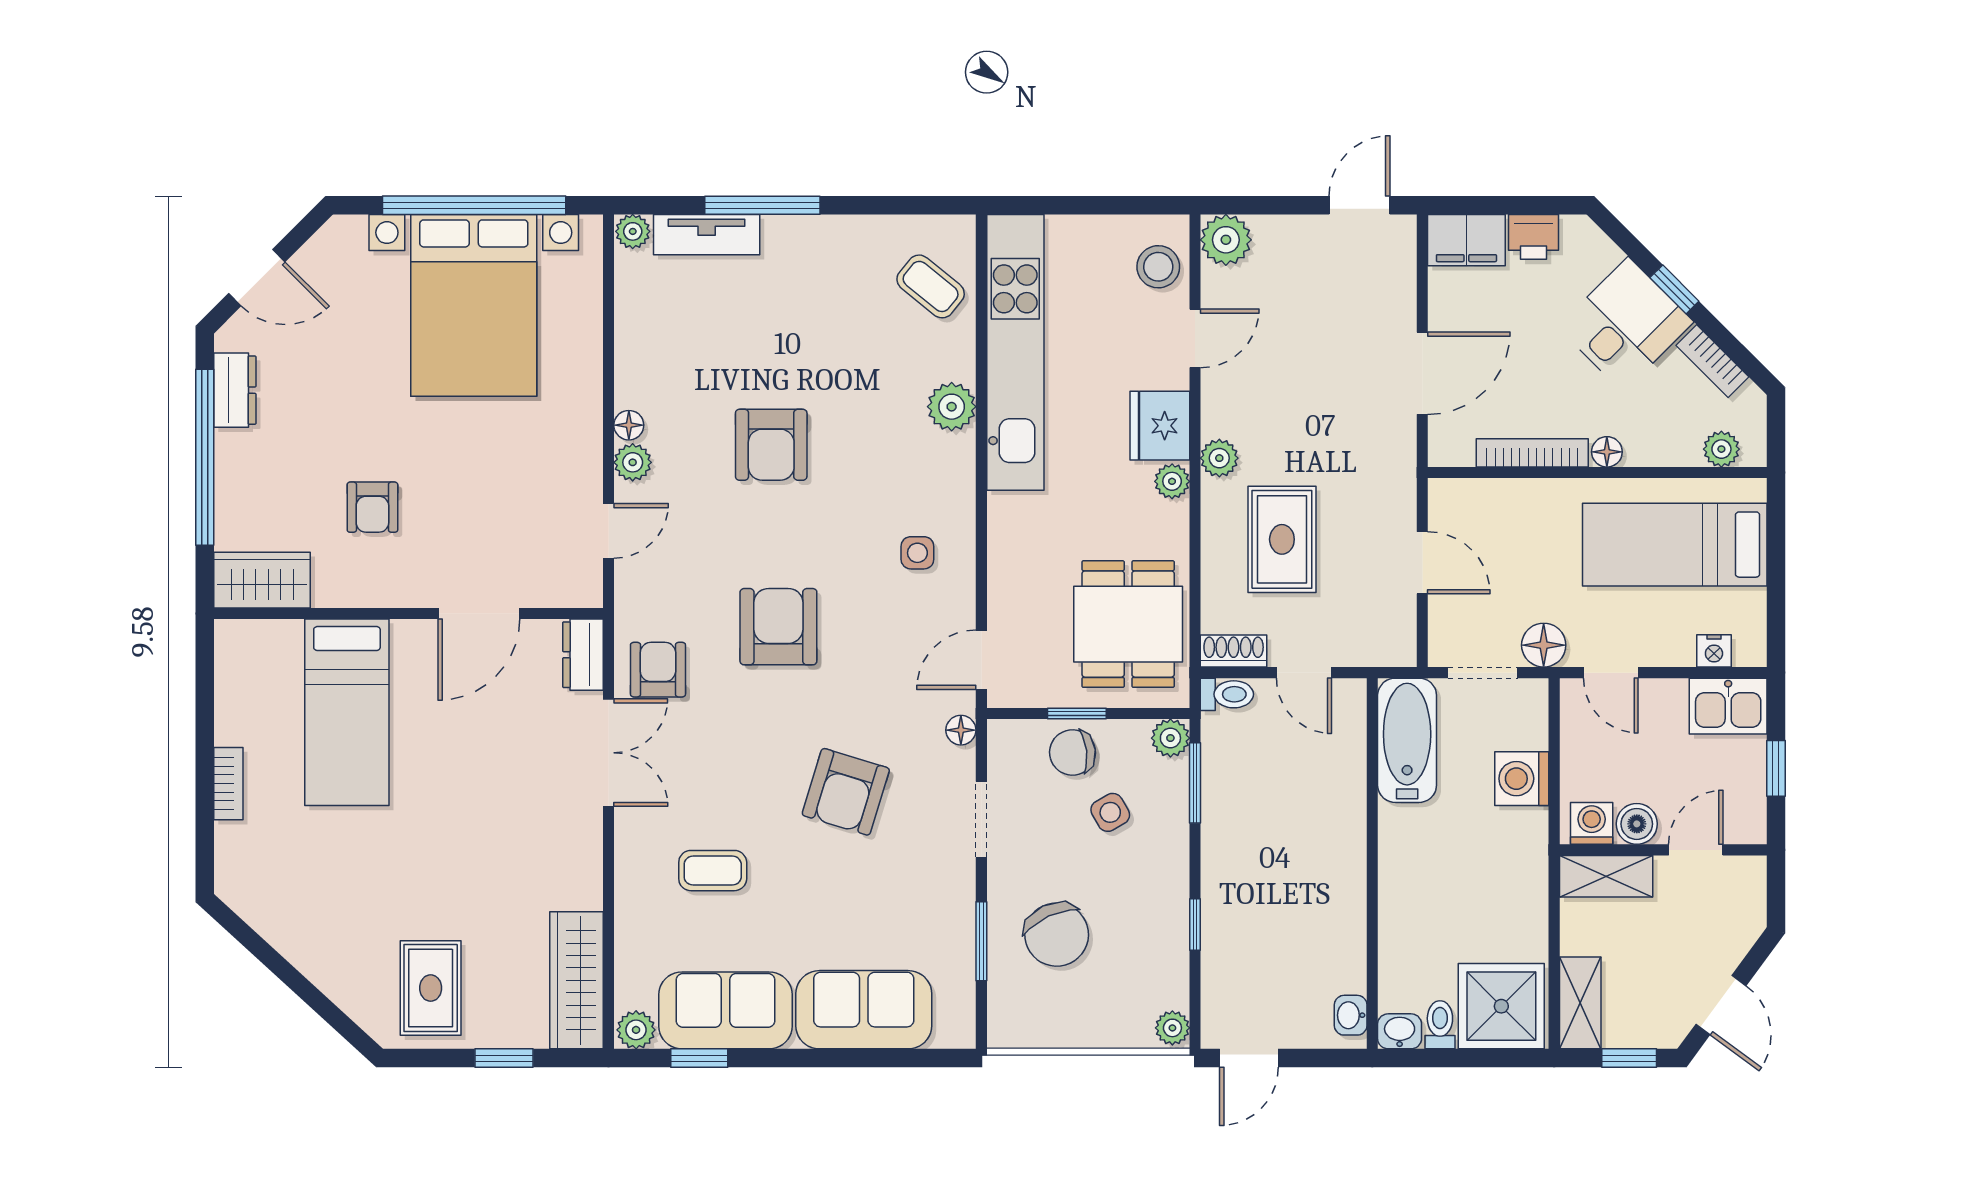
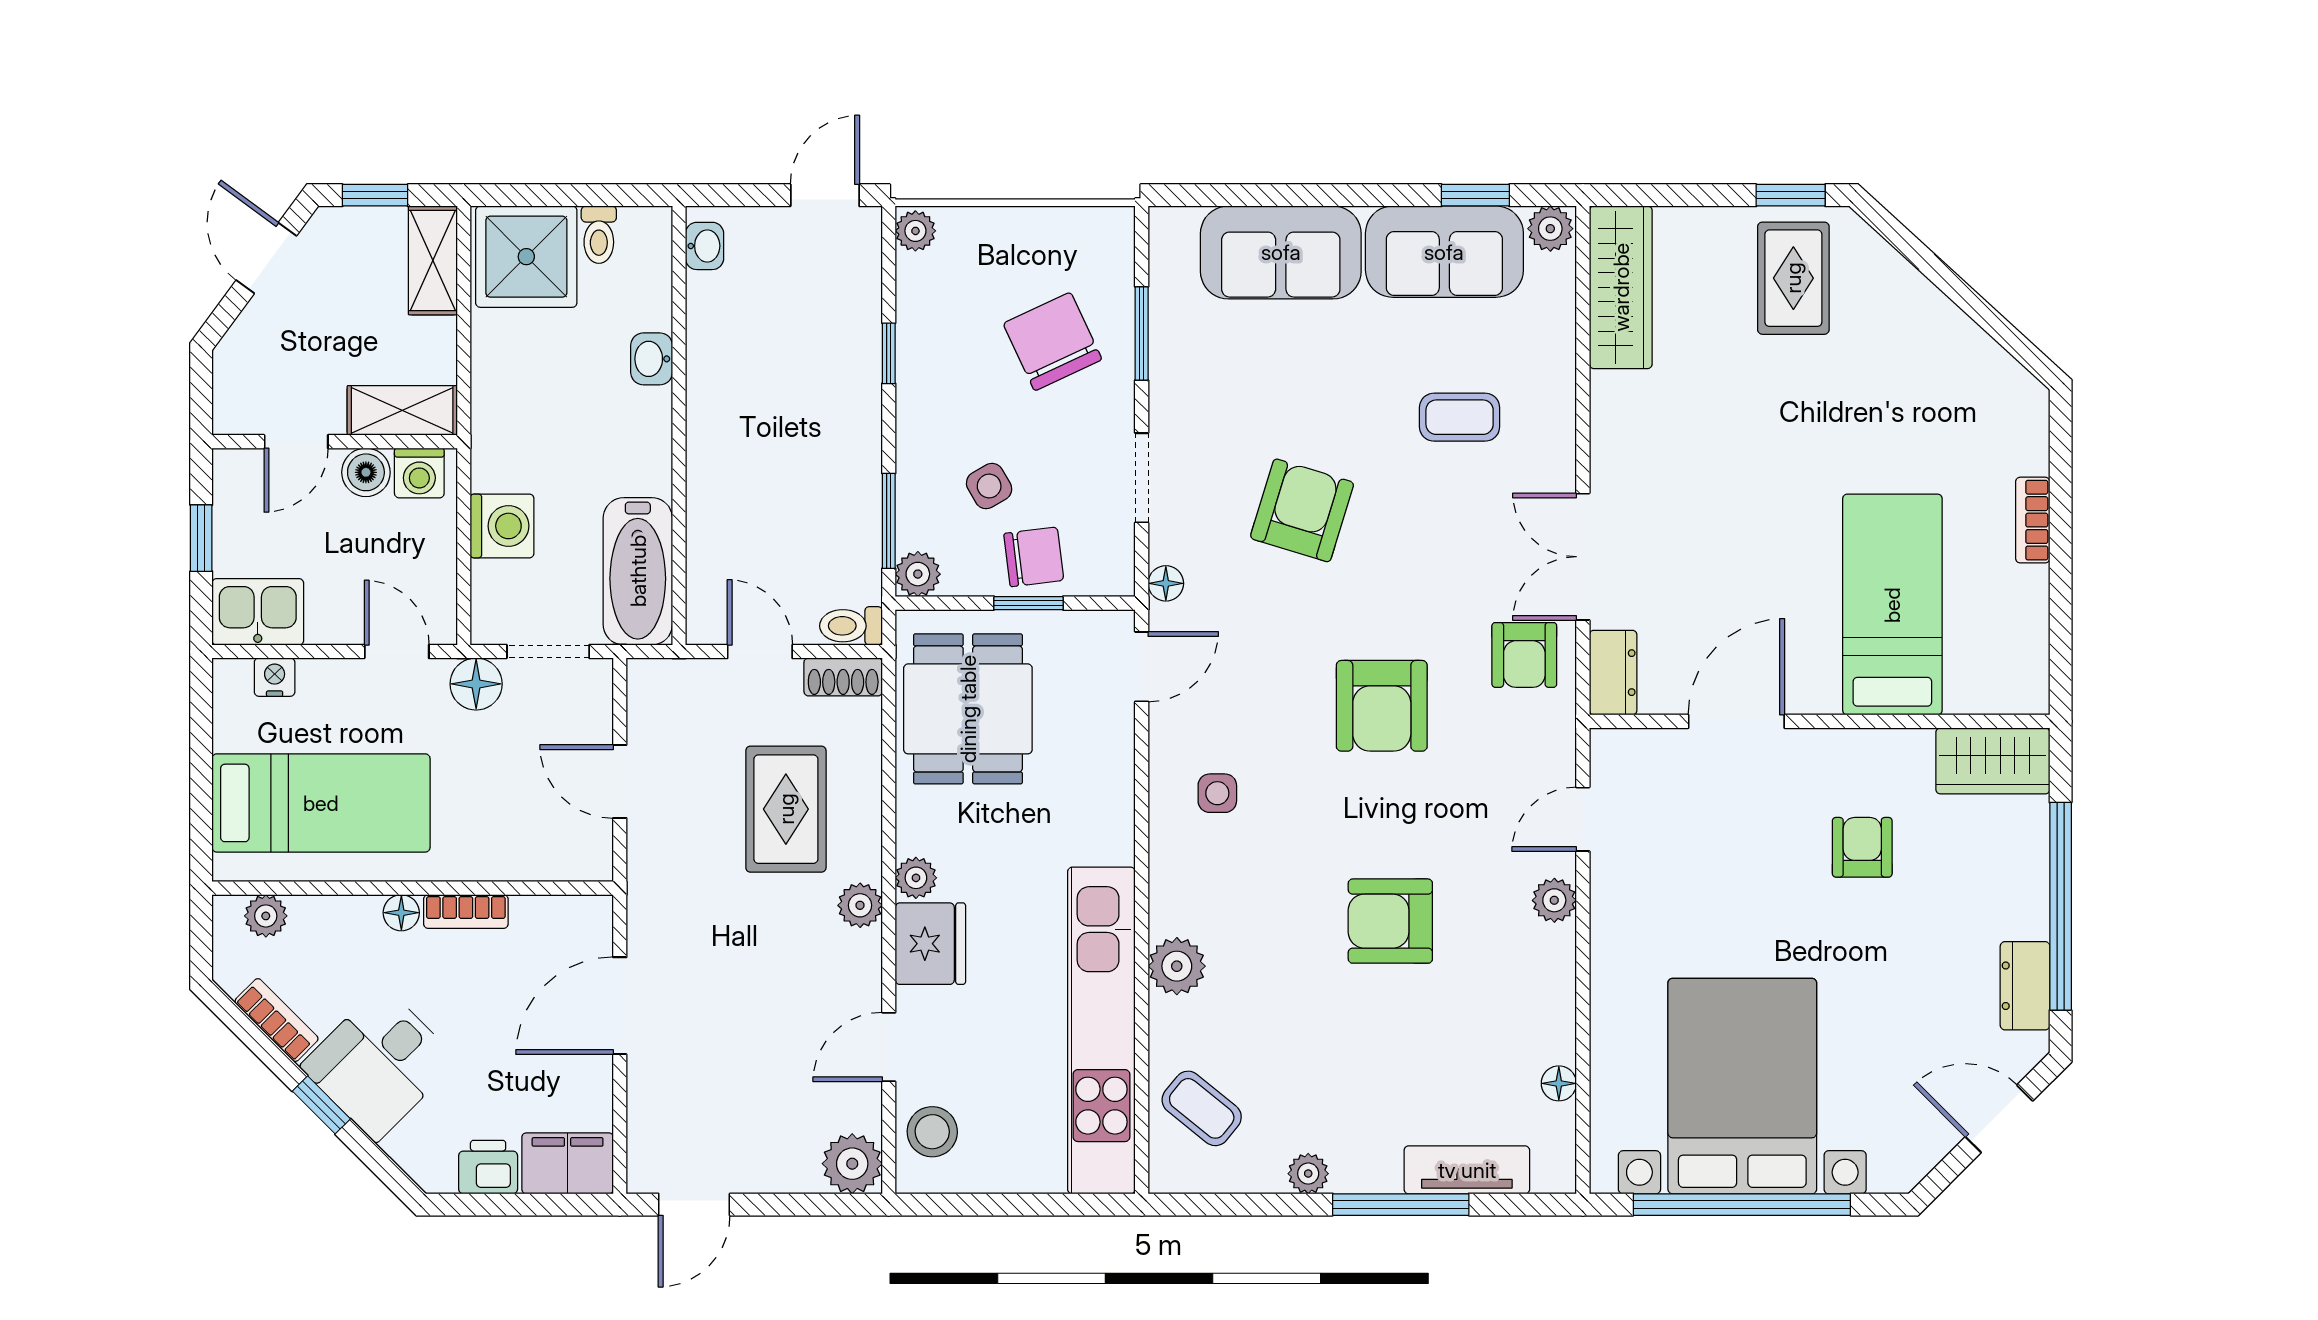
plant: (633, 231) -> (1308, 1174), moved
floor lamp: (629, 425) -> (1559, 1083), moved
armchair: (771, 445) -> (1390, 921), turned -90
bookcase: (1532, 453) -> (466, 912), width x0.64
washbasin: (1400, 1031) -> (652, 359), moved, turned 90
window: (504, 1058) -> (1791, 195), moved

